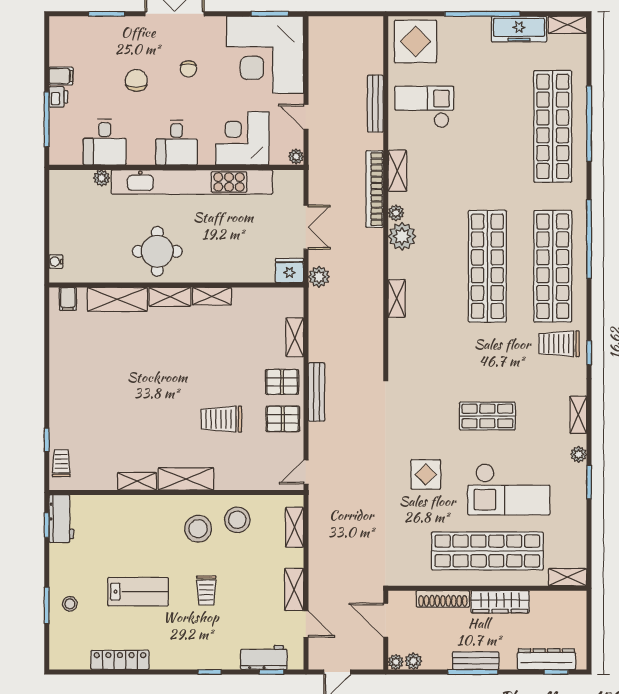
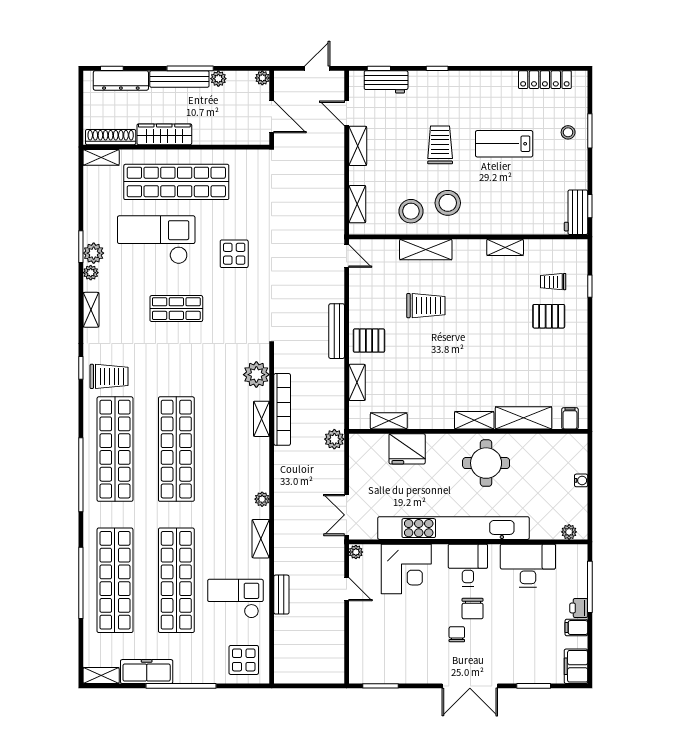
filing cabinet: (61, 35) -> (576, 666), added
display table: (416, 41) -> (244, 660), width x0.73, depth x0.73
corner desk: (265, 55) -> (385, 648), removed
chair: (136, 80) -> (473, 609), moved
bench: (375, 104) -> (281, 595), width x0.73
checkout: (424, 107) -> (235, 599), turned 180
shop shelf: (487, 126) -> (176, 580), added
desk: (105, 142) -> (528, 566), width x1.37
plant: (102, 178) -> (569, 532), moved
bookcase: (375, 189) -> (282, 409), moved
double door: (306, 227) -> (347, 515), moved
plant: (402, 236) -> (256, 375), moved
water cooler: (56, 262) -> (581, 480), moved
fridge: (289, 271) -> (407, 449), moved, width x1.36, depth x1.34
shelving: (212, 296) -> (389, 421), moved
pallet: (283, 419) -> (549, 316), moved
trolley: (61, 463) -> (553, 282), moved, turned 90
door: (306, 472) -> (347, 256), hinge flipped
plant: (576, 475) -> (94, 253), added
shelving: (186, 479) -> (426, 250), moved
trolley: (206, 590) -> (440, 145), width x1.36, depth x1.39
shoe rack: (443, 599) -> (111, 137), moved
locker: (120, 660) -> (545, 80), moved
plant: (413, 661) -> (218, 79), moved
bench: (476, 661) -> (179, 79), width x1.36

